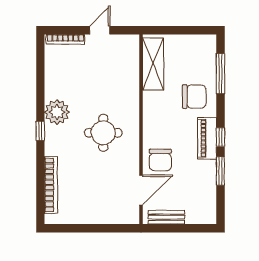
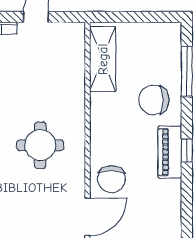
chair: (194, 97) -> (154, 100), turned 180
window: (220, 171) -> (187, 193), removed

